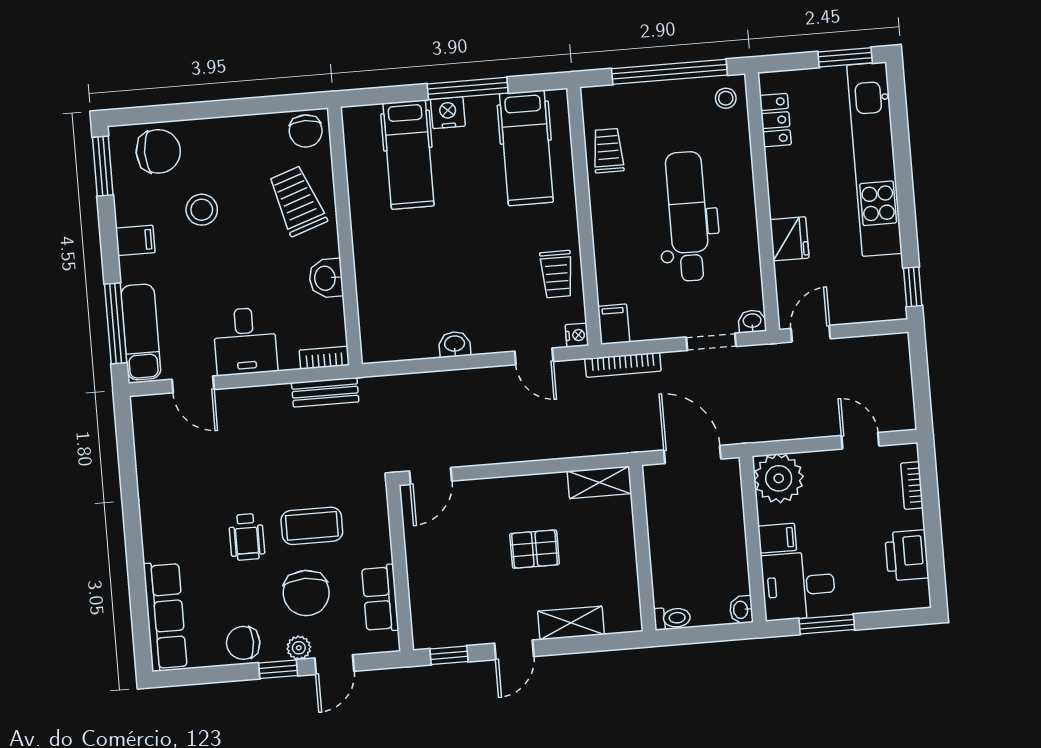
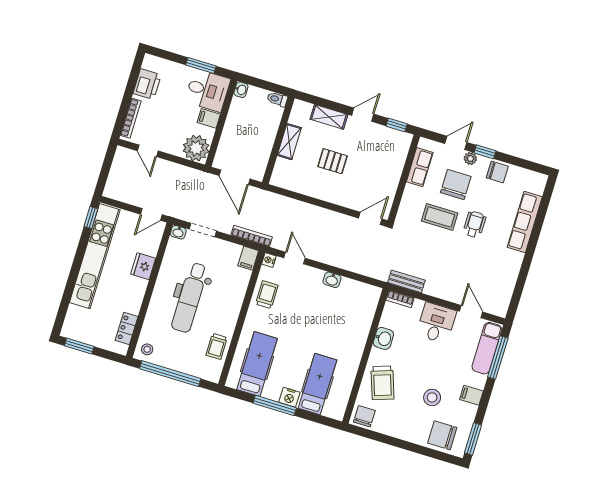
kitchen unit: (875, 159) -> (95, 256), moved
shelving: (599, 482) -> (289, 142), moved, turned 90
bookcase: (912, 486) -> (131, 118), width x1.56
row of seats: (165, 616) -> (525, 222), moved

